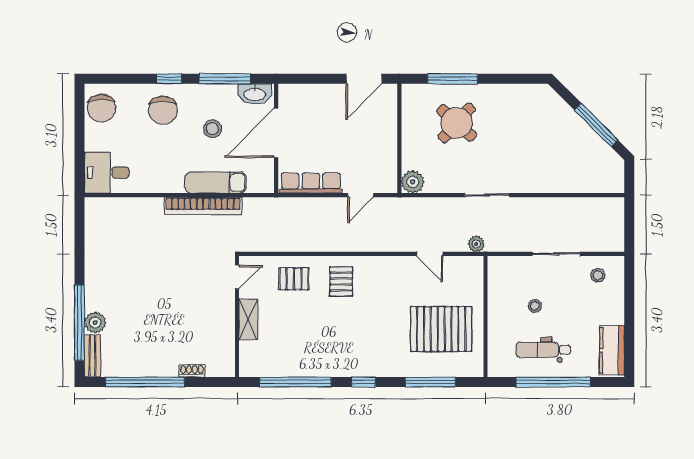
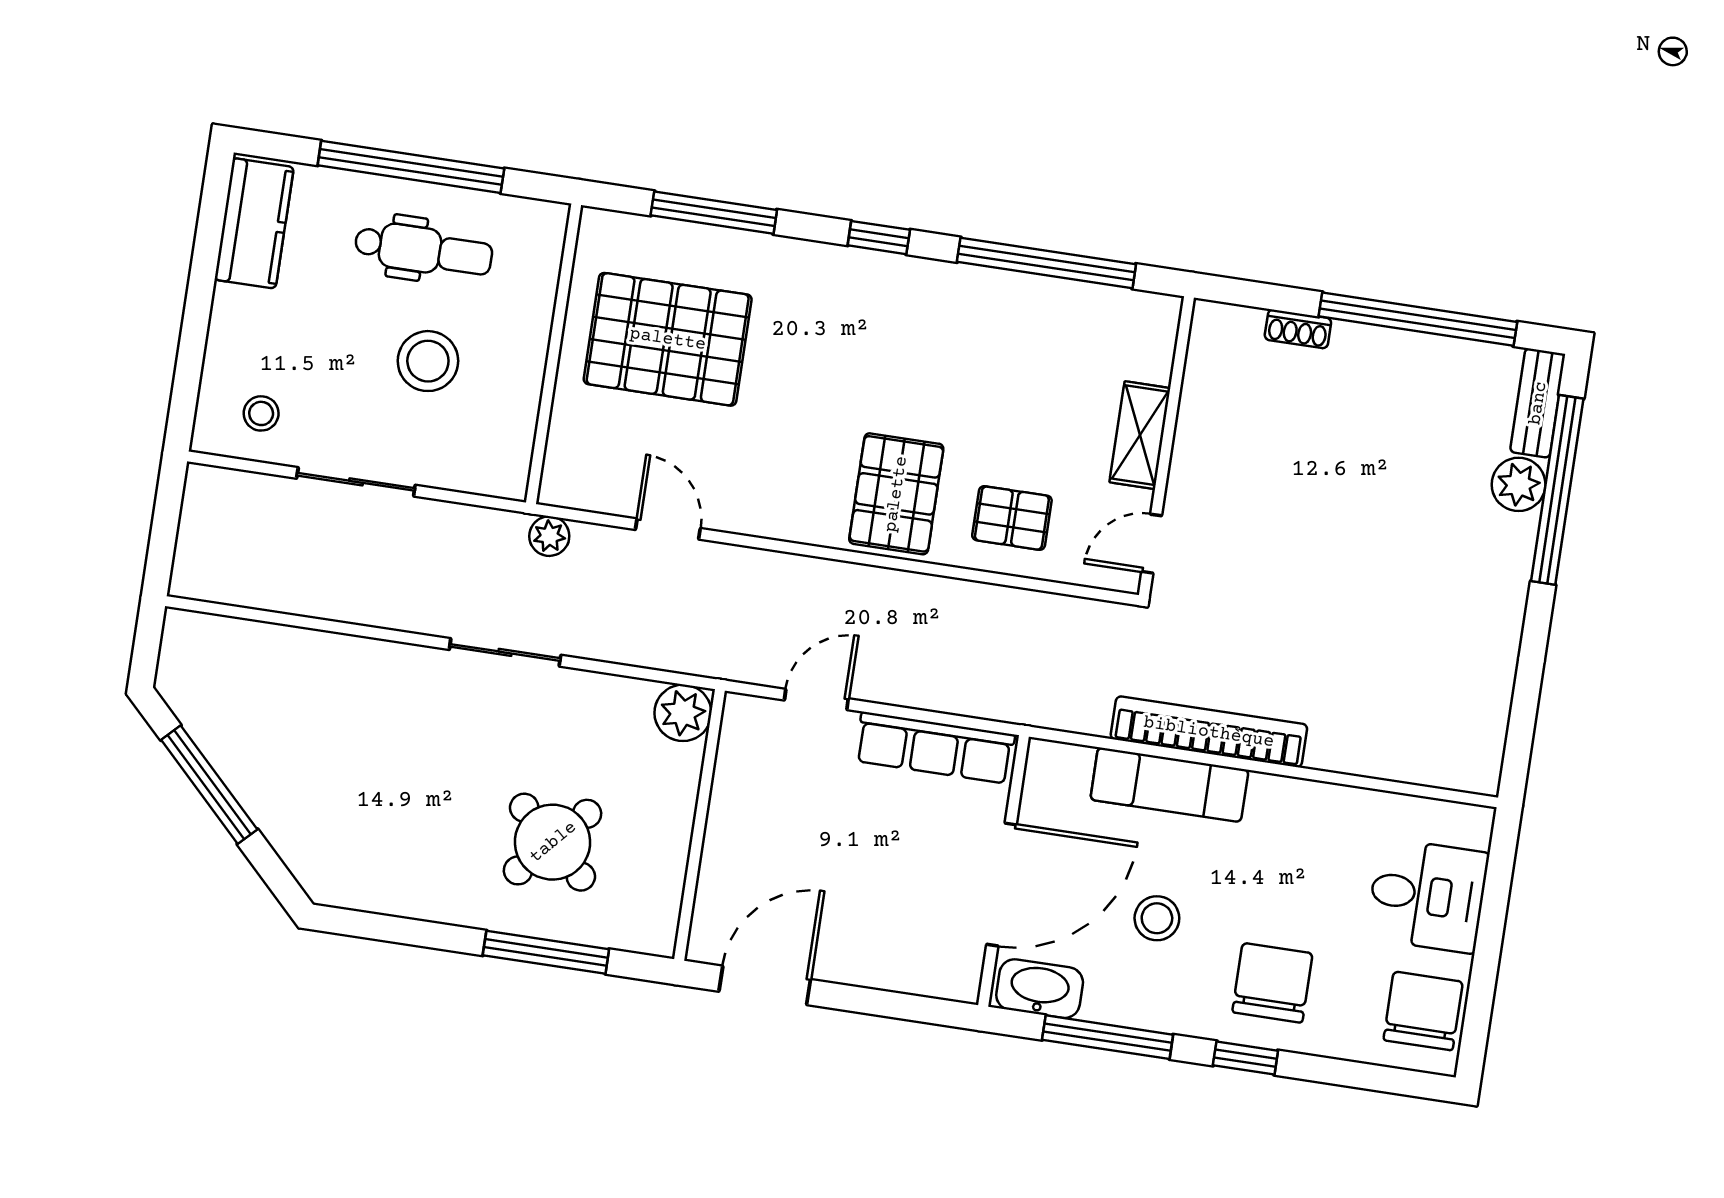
desk: (107, 173) -> (1427, 896), moved
pallet: (341, 281) -> (896, 494), width x1.50, depth x1.42
stool: (535, 306) -> (428, 361), width x1.89, depth x1.89

